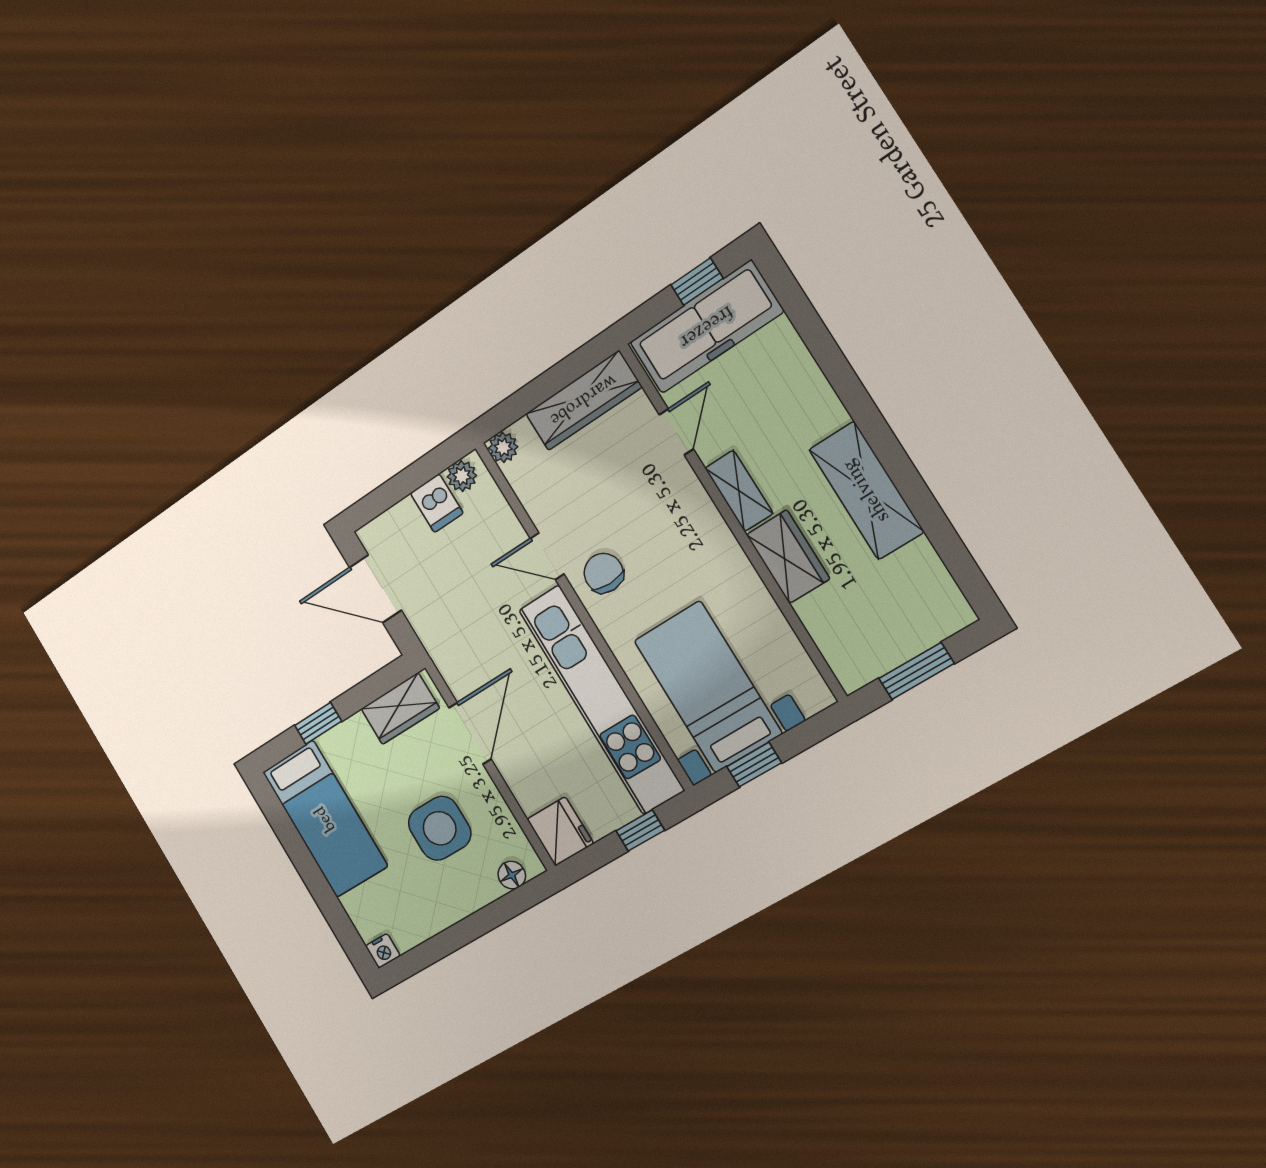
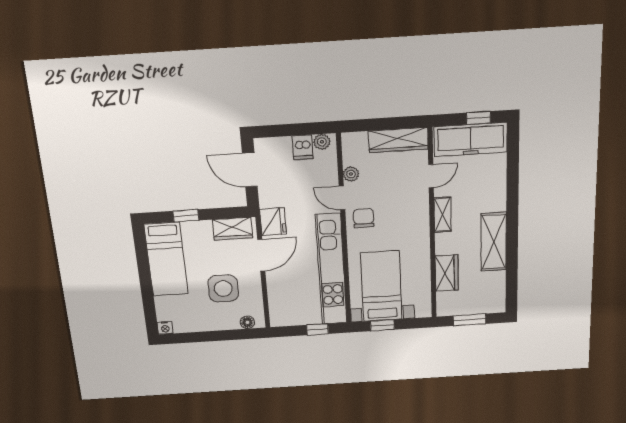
plant: (503, 447) -> (351, 174), moved
wardrobe: (788, 557) -> (447, 273), moved
fridge: (560, 831) -> (273, 222), moved

